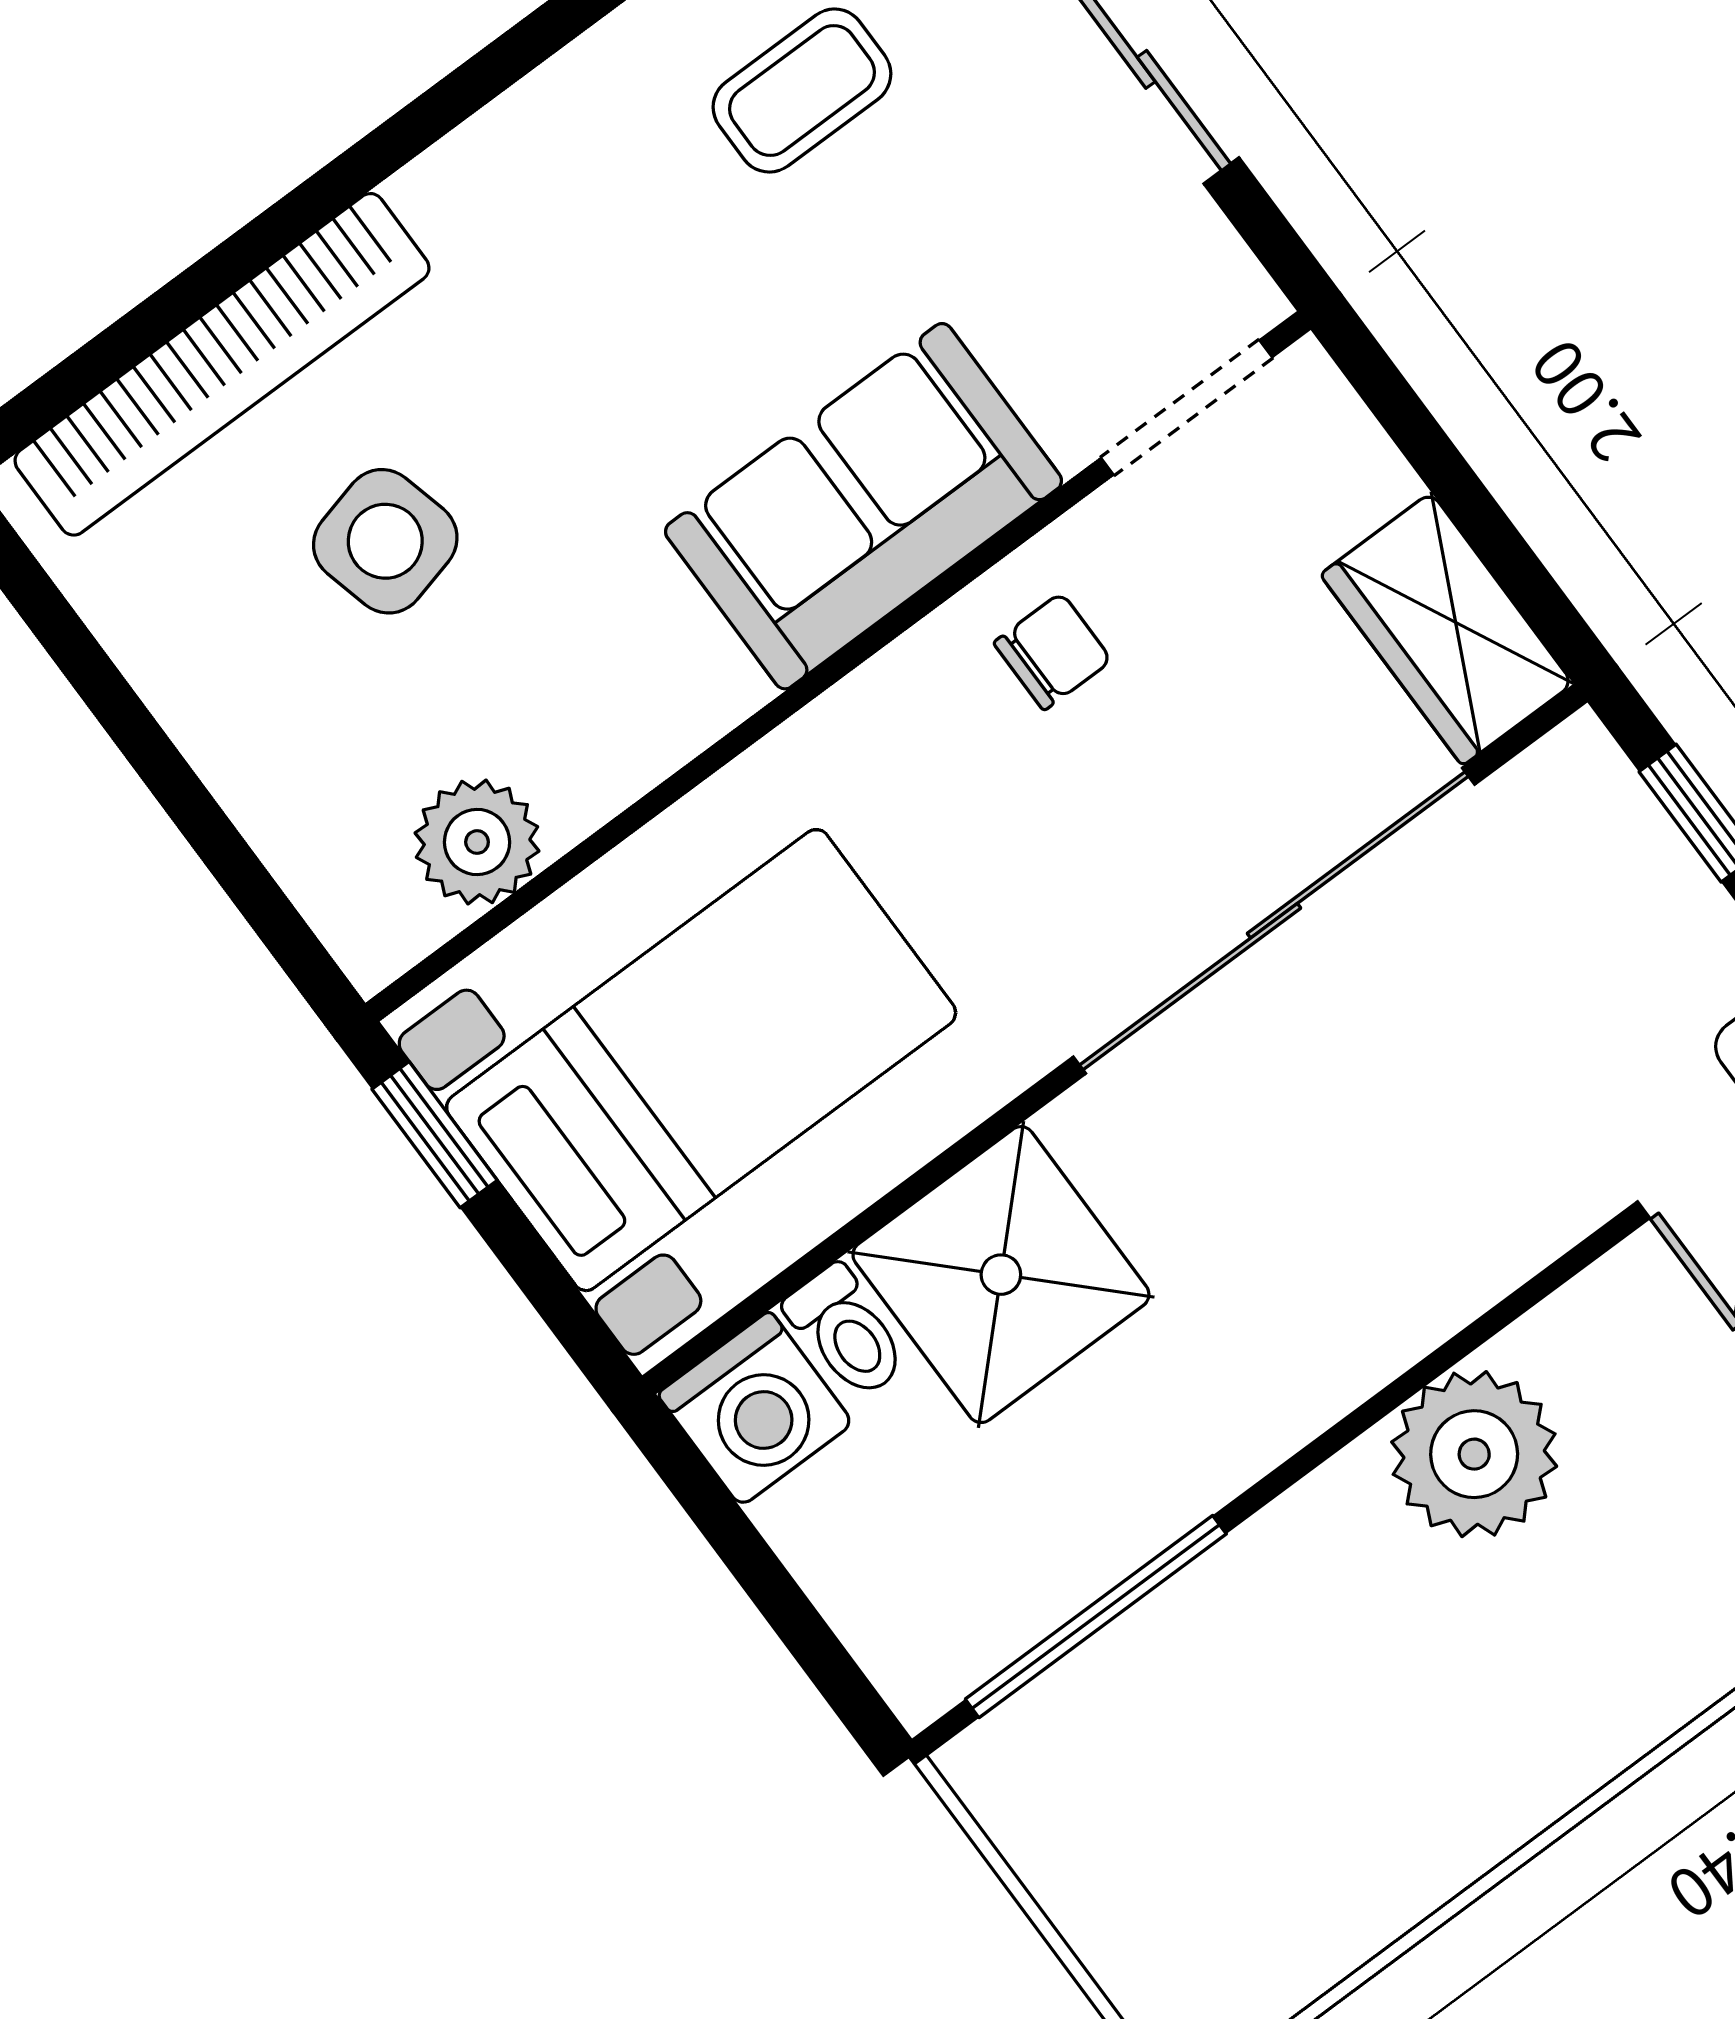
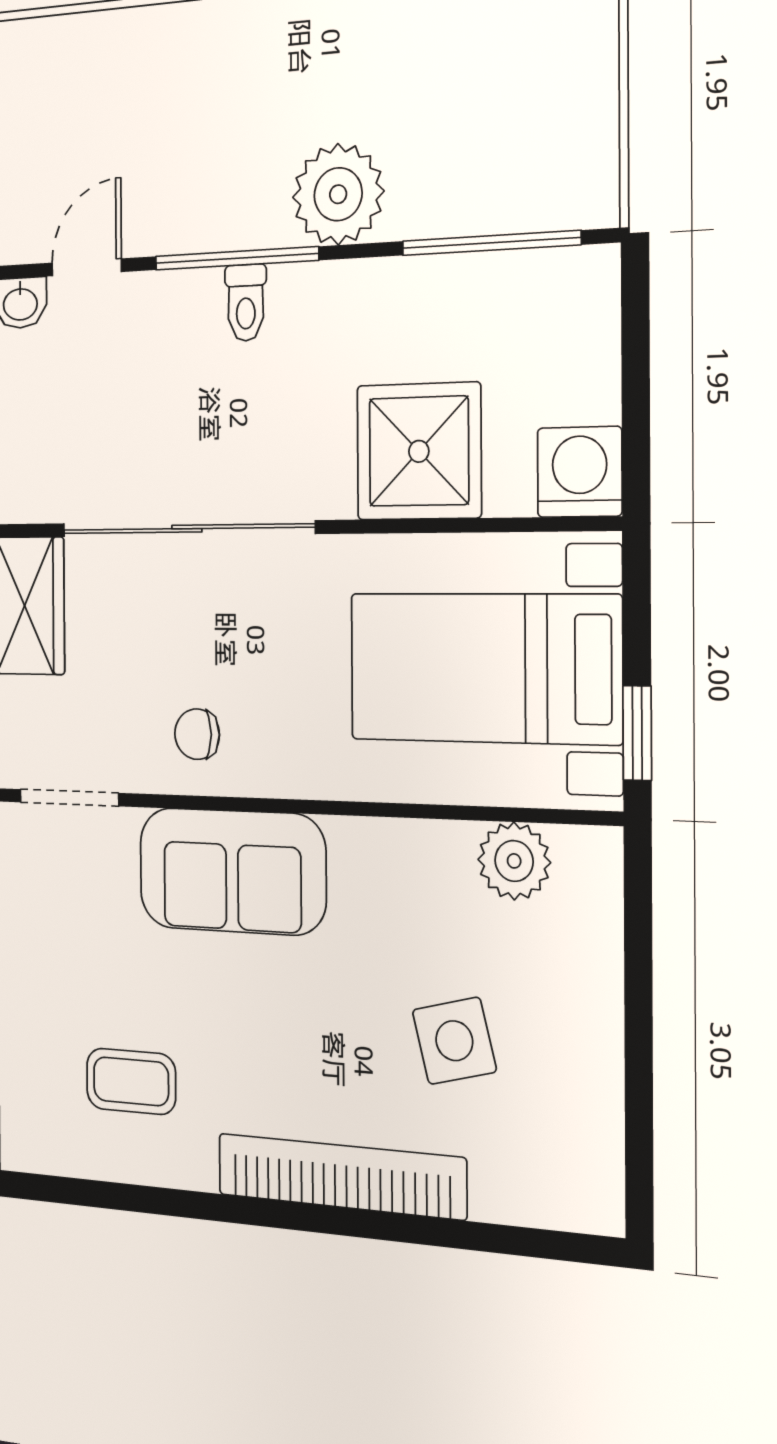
bookcase: (222, 364) -> (341, 1176), moved
toilet: (847, 1332) -> (246, 303), moved, turned 180
window: (1465, 1342) -> (236, 258), added
plant: (1474, 1454) -> (338, 194), moved

